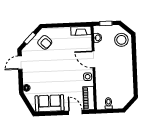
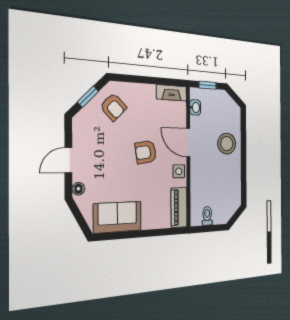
stool: (121, 40) -> (227, 144), moved
door: (20, 63) -> (68, 160), moved
armchair: (66, 66) -> (146, 152), added
door: (75, 112) -> (158, 232), removed

